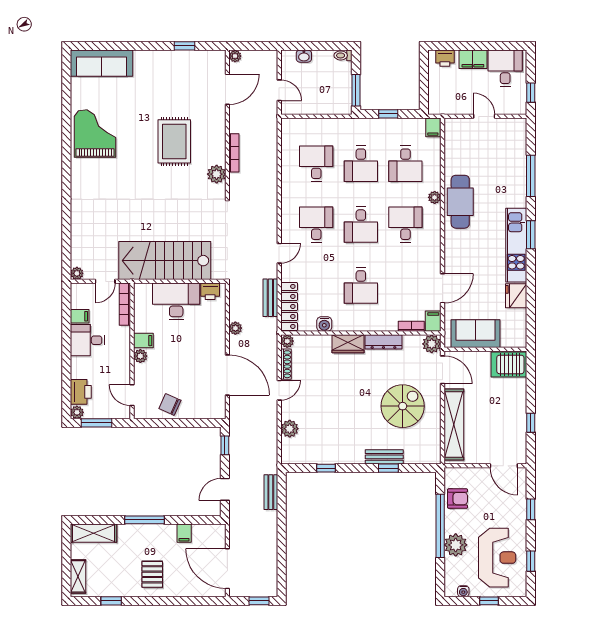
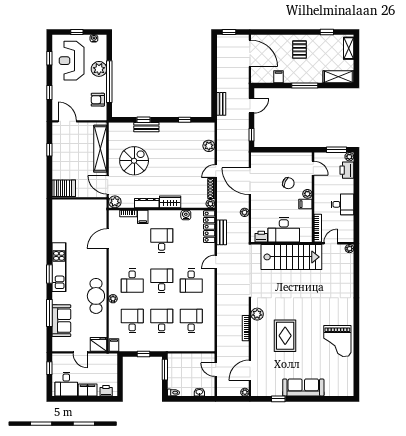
sofa: (102, 63) -> (303, 388), moved
desk: (316, 164) -> (191, 321), turned 180
fridge: (516, 296) -> (99, 344), moved, turned -90
filing cabinet: (80, 316) -> (348, 220), removed
filing cabinet: (433, 321) -> (143, 217), moved
sofa: (475, 334) -> (61, 321), moved, turned -90
chair: (170, 404) -> (288, 183), moved
spiral stairs: (403, 406) -> (134, 161), turned 180

